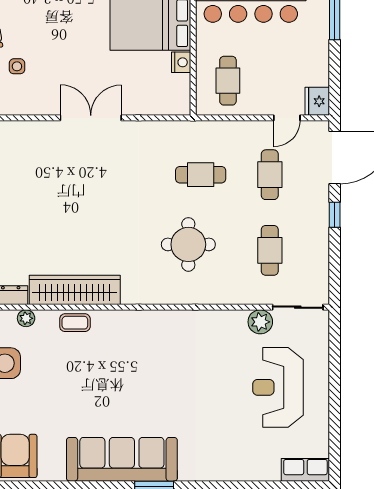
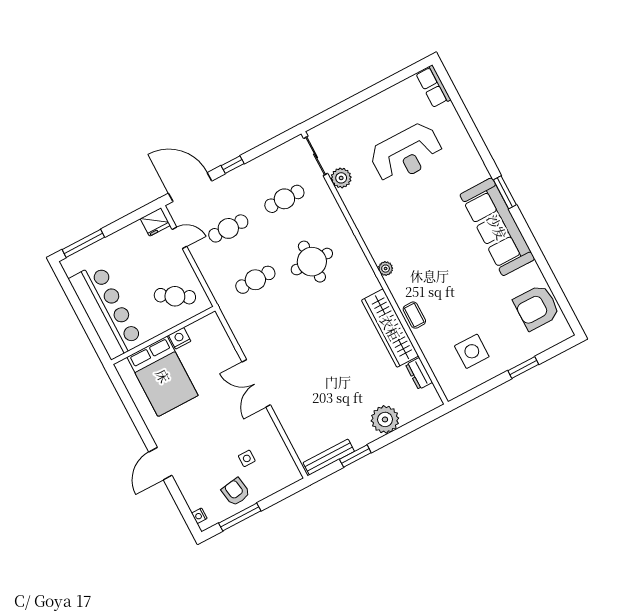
cafe table: (228, 81) -> (175, 296), turned 32
cafe table: (201, 175) -> (255, 280), turned 90
plant: (26, 318) -> (386, 269), moved
reception desk: (278, 387) -> (406, 153), moved

